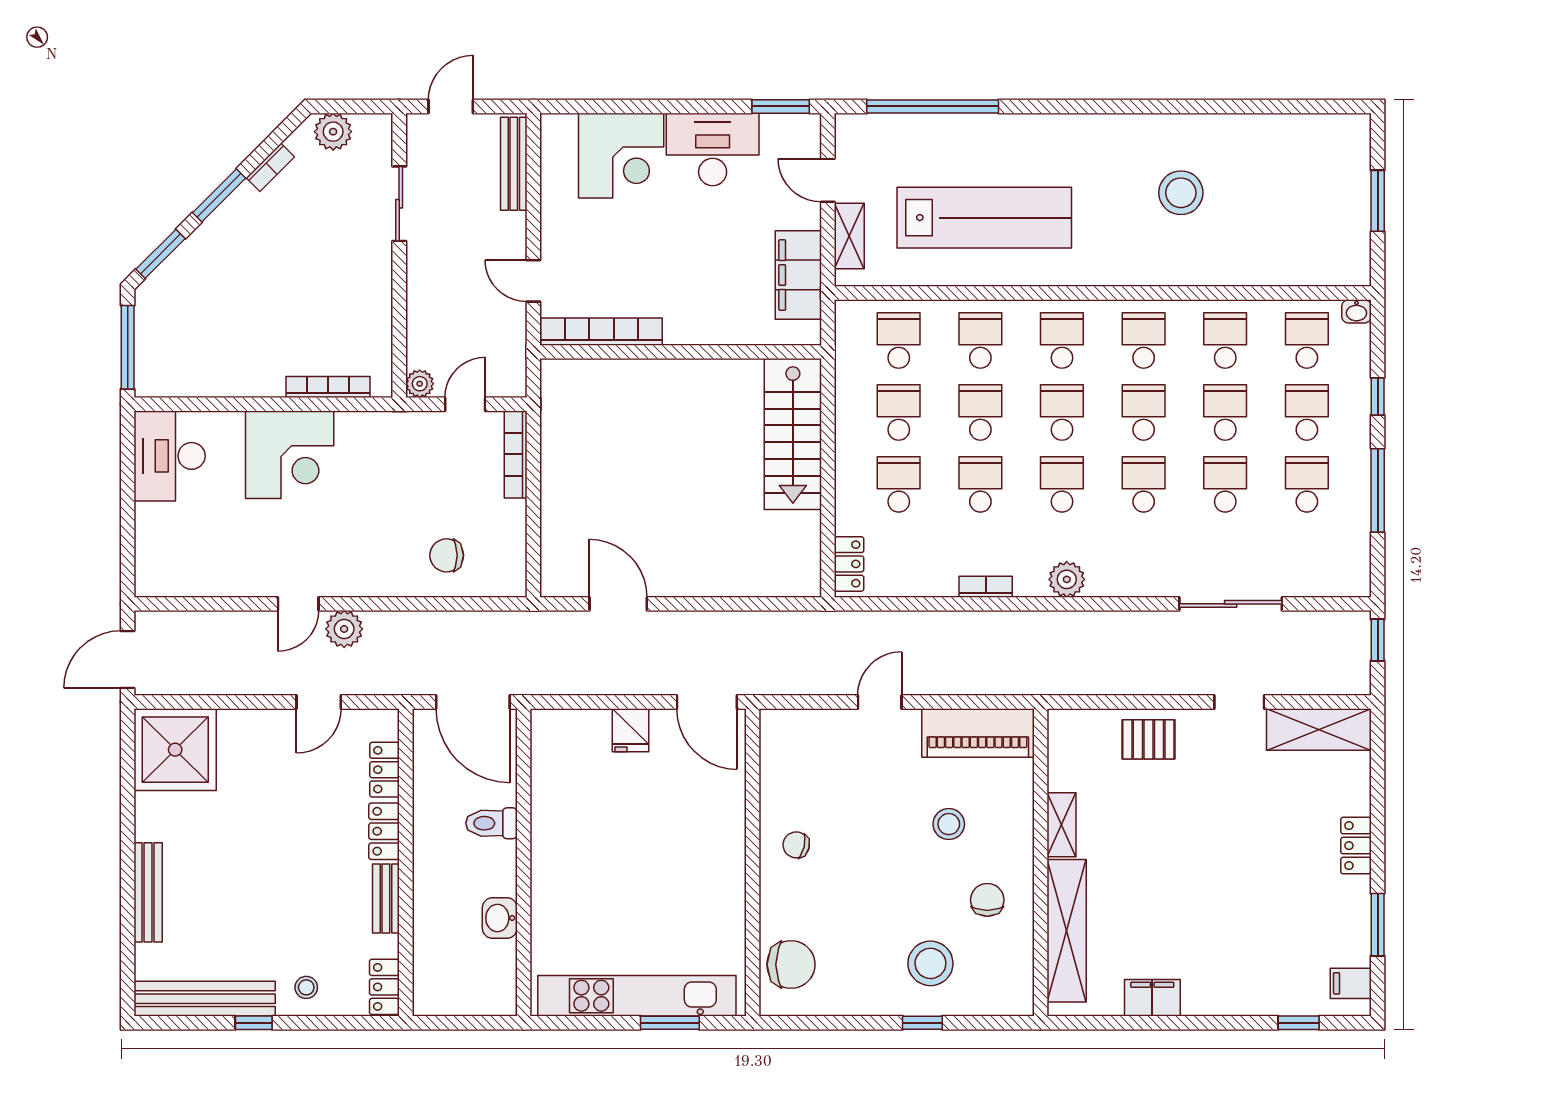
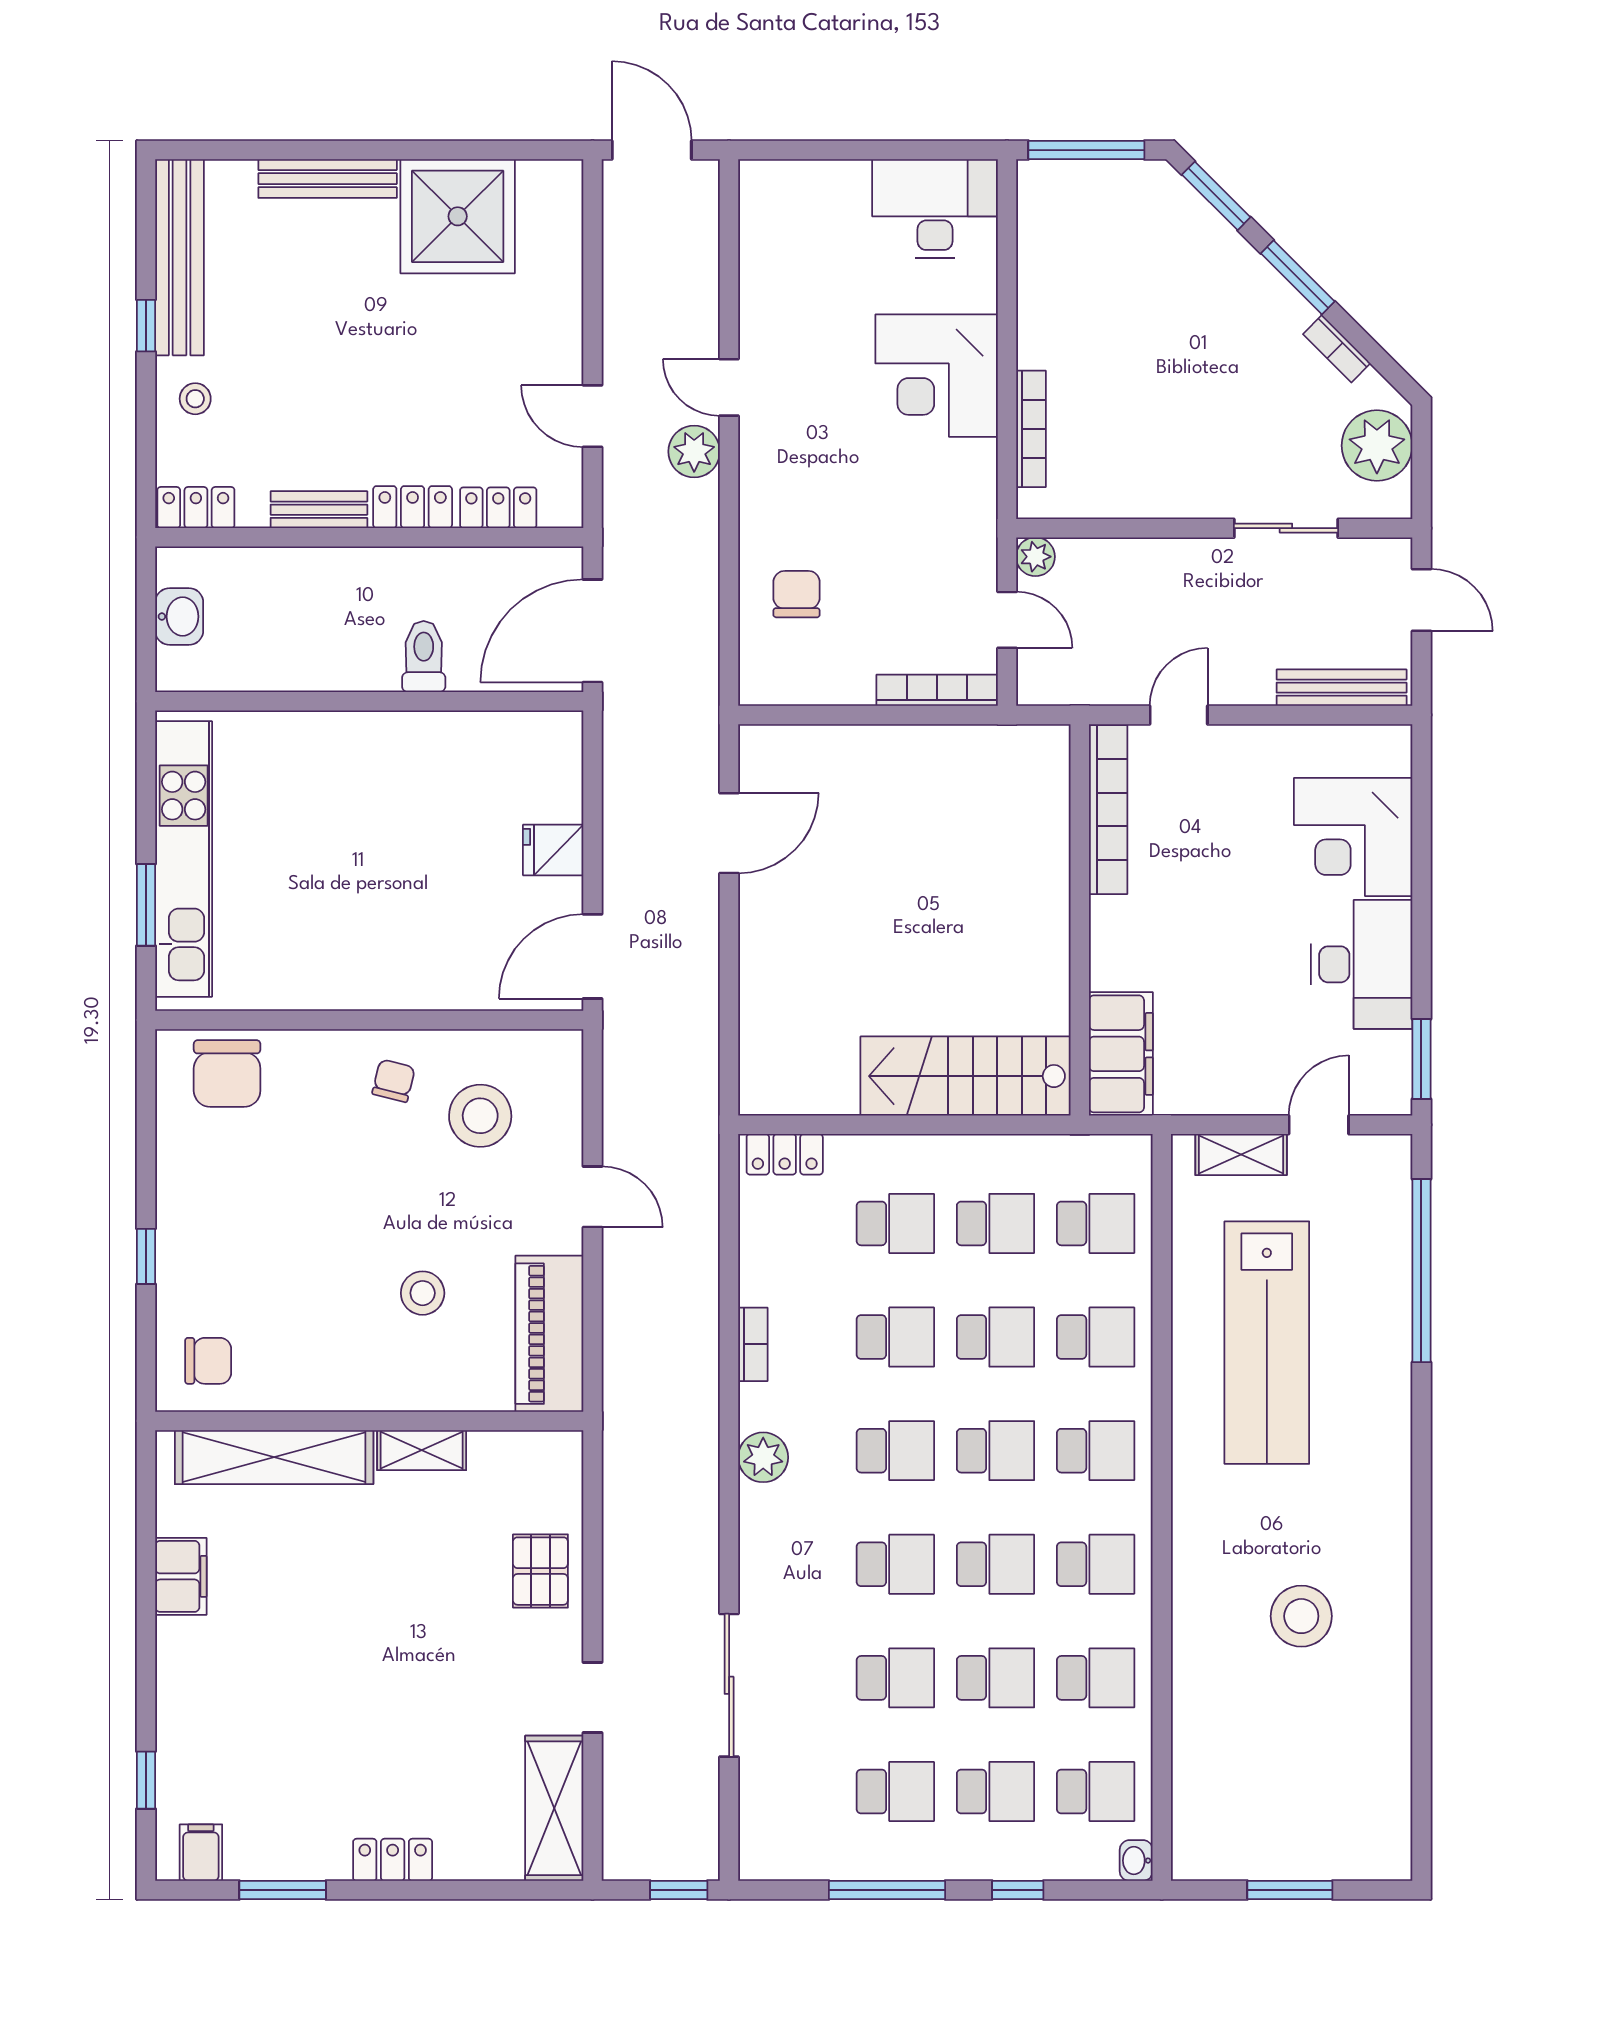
plant: (333, 132) -> (1377, 446), width x1.36, depth x1.36
filing cabinet: (798, 275) -> (1121, 1054), moved, turned 90
shower: (175, 750) -> (458, 216), moved
chair: (987, 900) -> (208, 1361), moved
washbasin: (500, 918) -> (179, 617), moved, turned 90
stool: (930, 963) -> (480, 1116), moved

